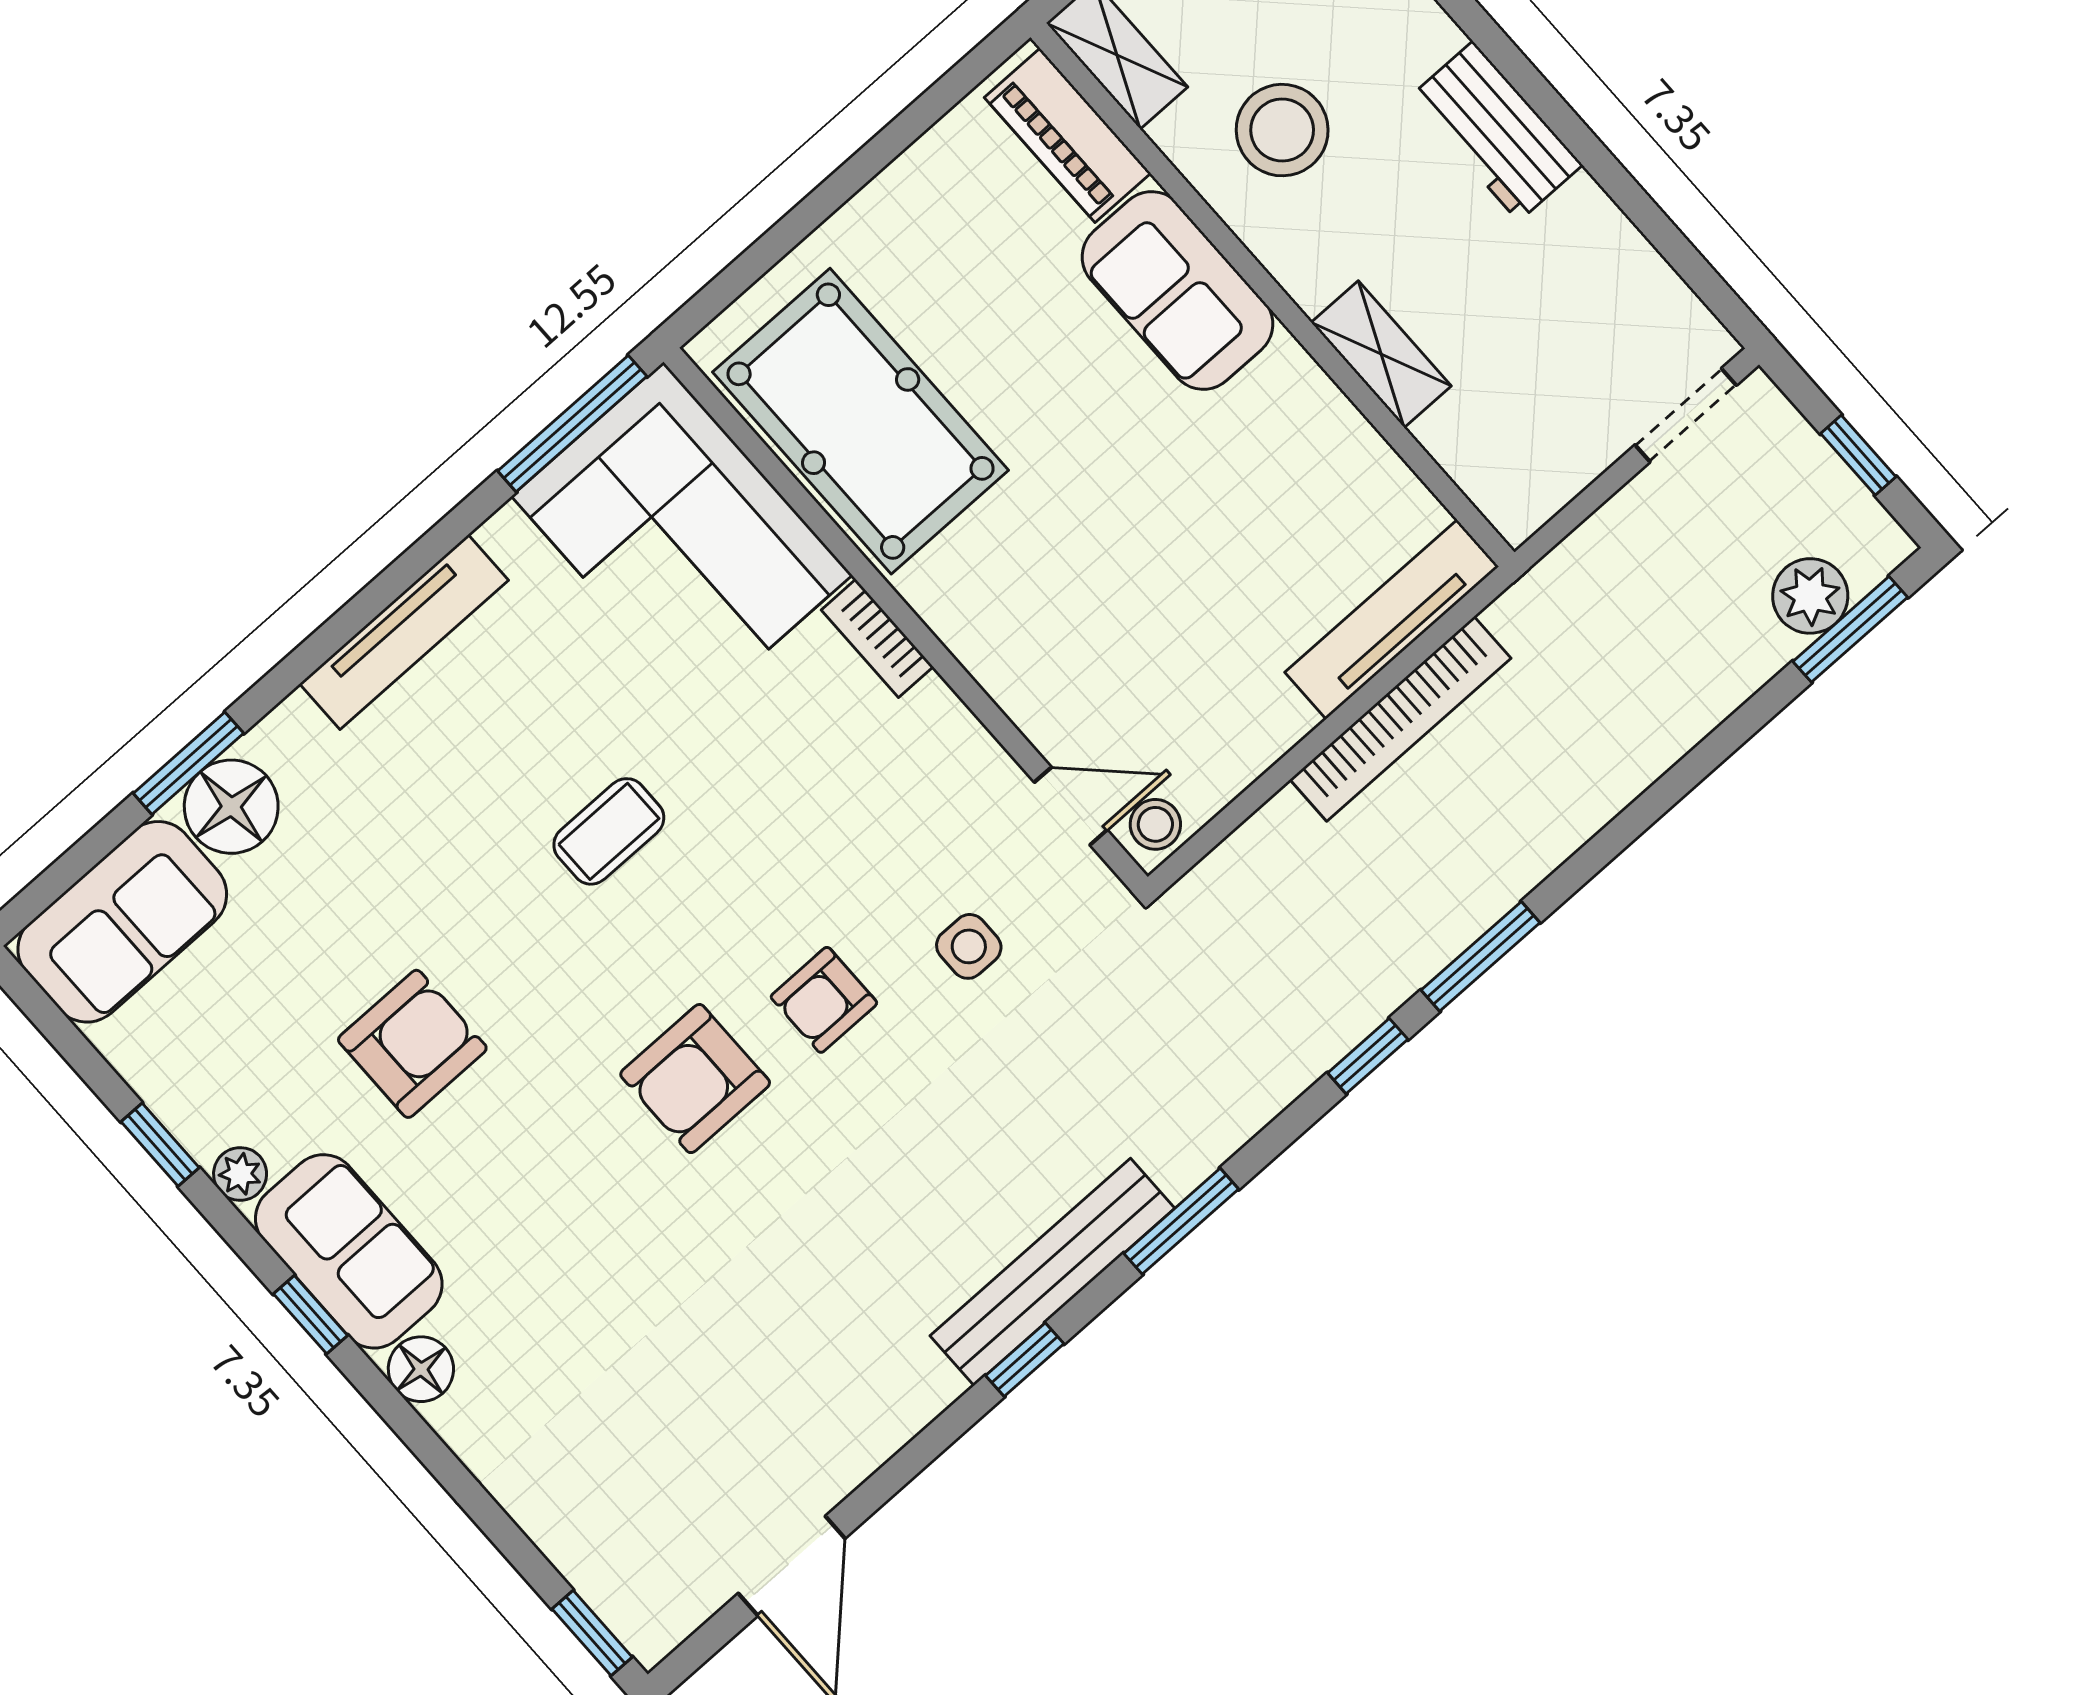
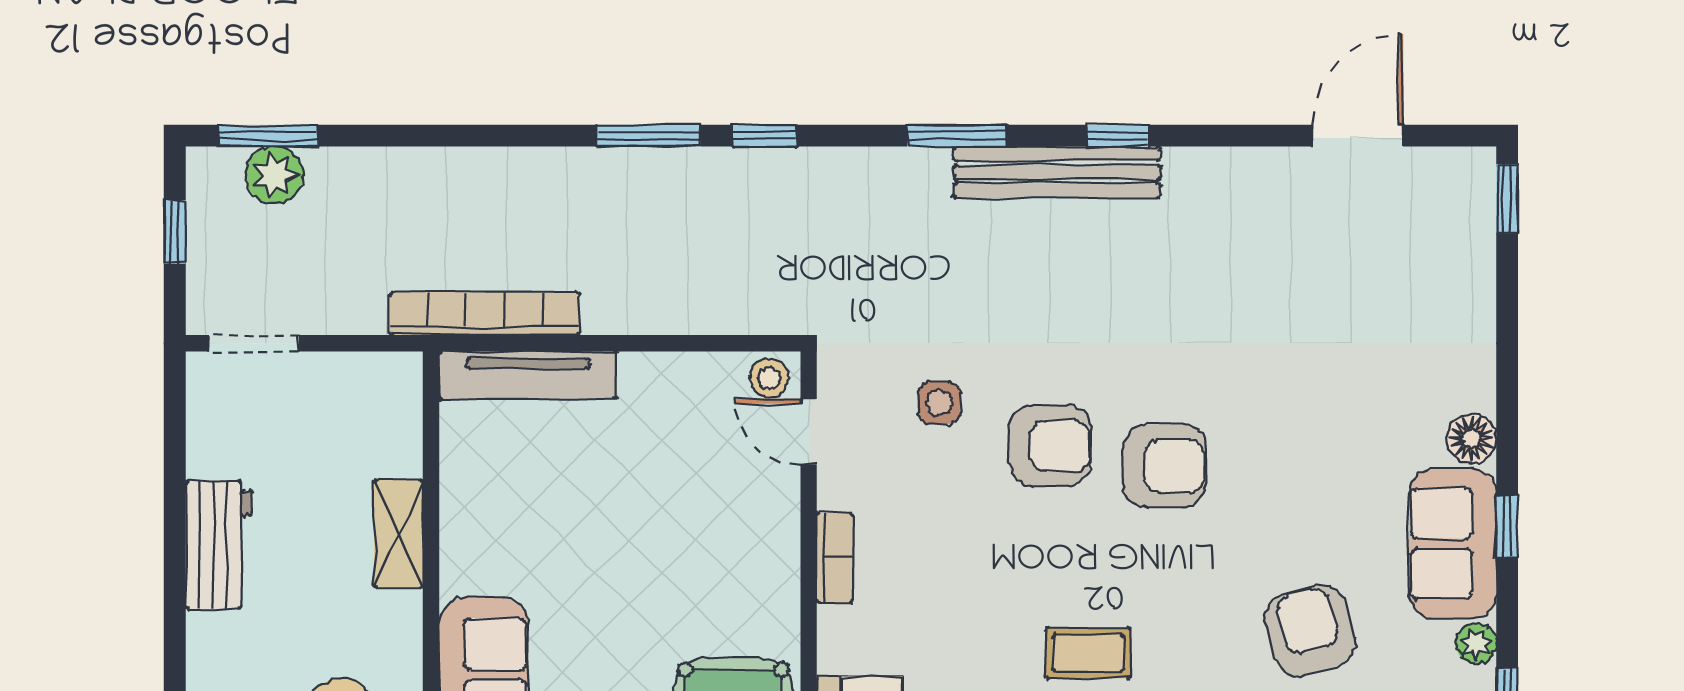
workbench: (1496, 131) -> (219, 545), moved
bookcase: (877, 638) -> (835, 558), moved
bookcase: (1400, 719) -> (485, 314), moved
armchair: (824, 1000) -> (1050, 446), width x1.38, depth x1.38
armchair: (412, 1044) -> (1310, 631), turned 74

